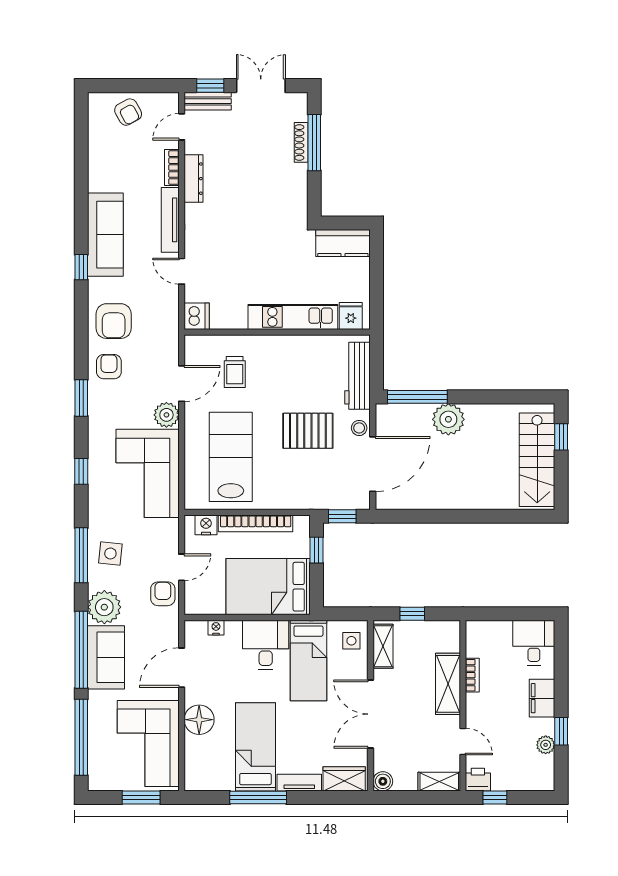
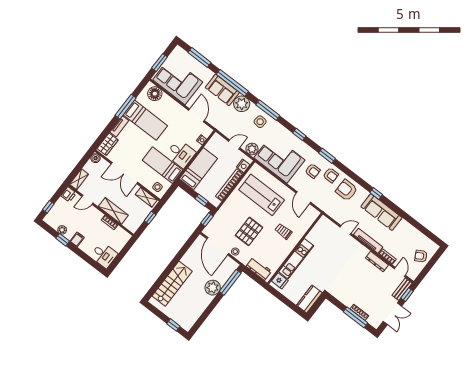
dishwasher: (197, 316) -> (324, 223), removed
trolley: (235, 372) -> (283, 231), moved
workbench: (357, 376) -> (259, 269), width x0.73
plant: (166, 415) -> (252, 149), moved
lab bench: (231, 457) -> (262, 195), turned 180
stairs: (537, 460) -> (172, 284), moved, turned 90
door: (182, 567) -> (234, 144), swing flipped
bed: (268, 587) -> (198, 169), width x0.67
armchair: (163, 594) -> (313, 171), moved
filing cabinet: (542, 698) -> (77, 239), width x0.50
double door: (371, 714) -> (124, 173), swing flipped
floor lamp: (199, 720) -> (155, 94), moved
window: (81, 737) -> (199, 57), width x0.68
window: (495, 797) -> (48, 207), moved

